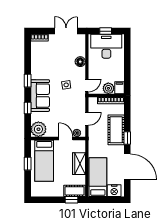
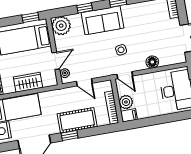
window: (28, 164) -> (30, 17), moved

